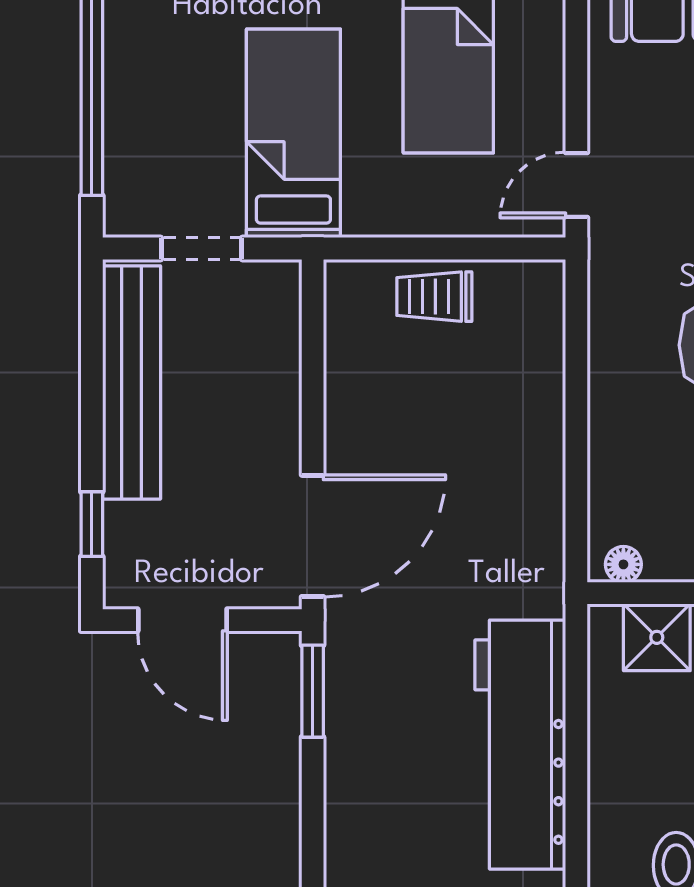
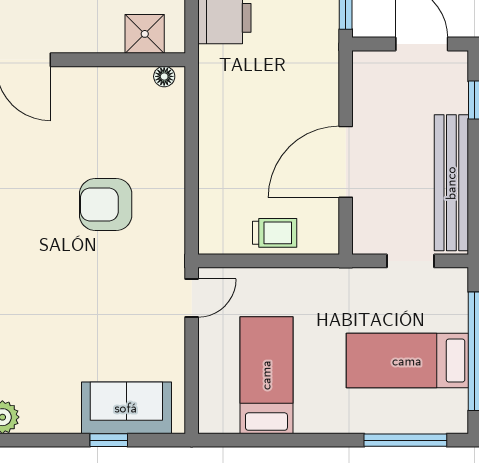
bed: (293, 133) -> (407, 361), moved, turned 90
door: (313, 536) -> (346, 162), moved

